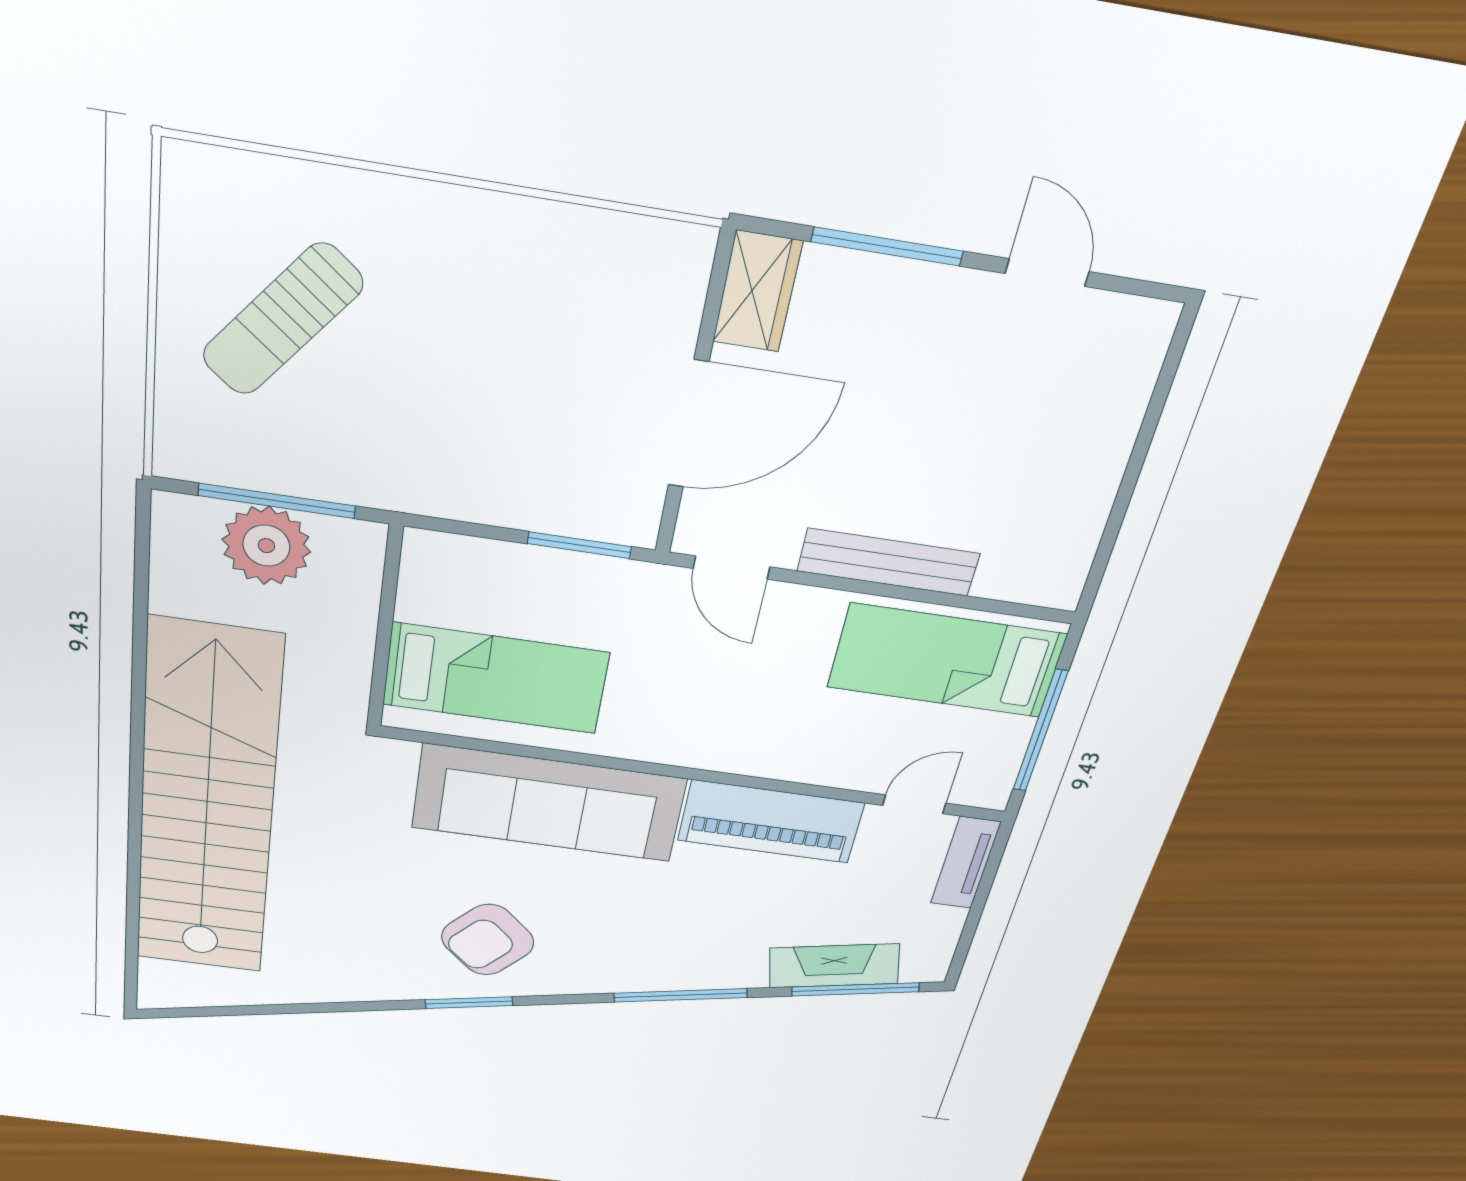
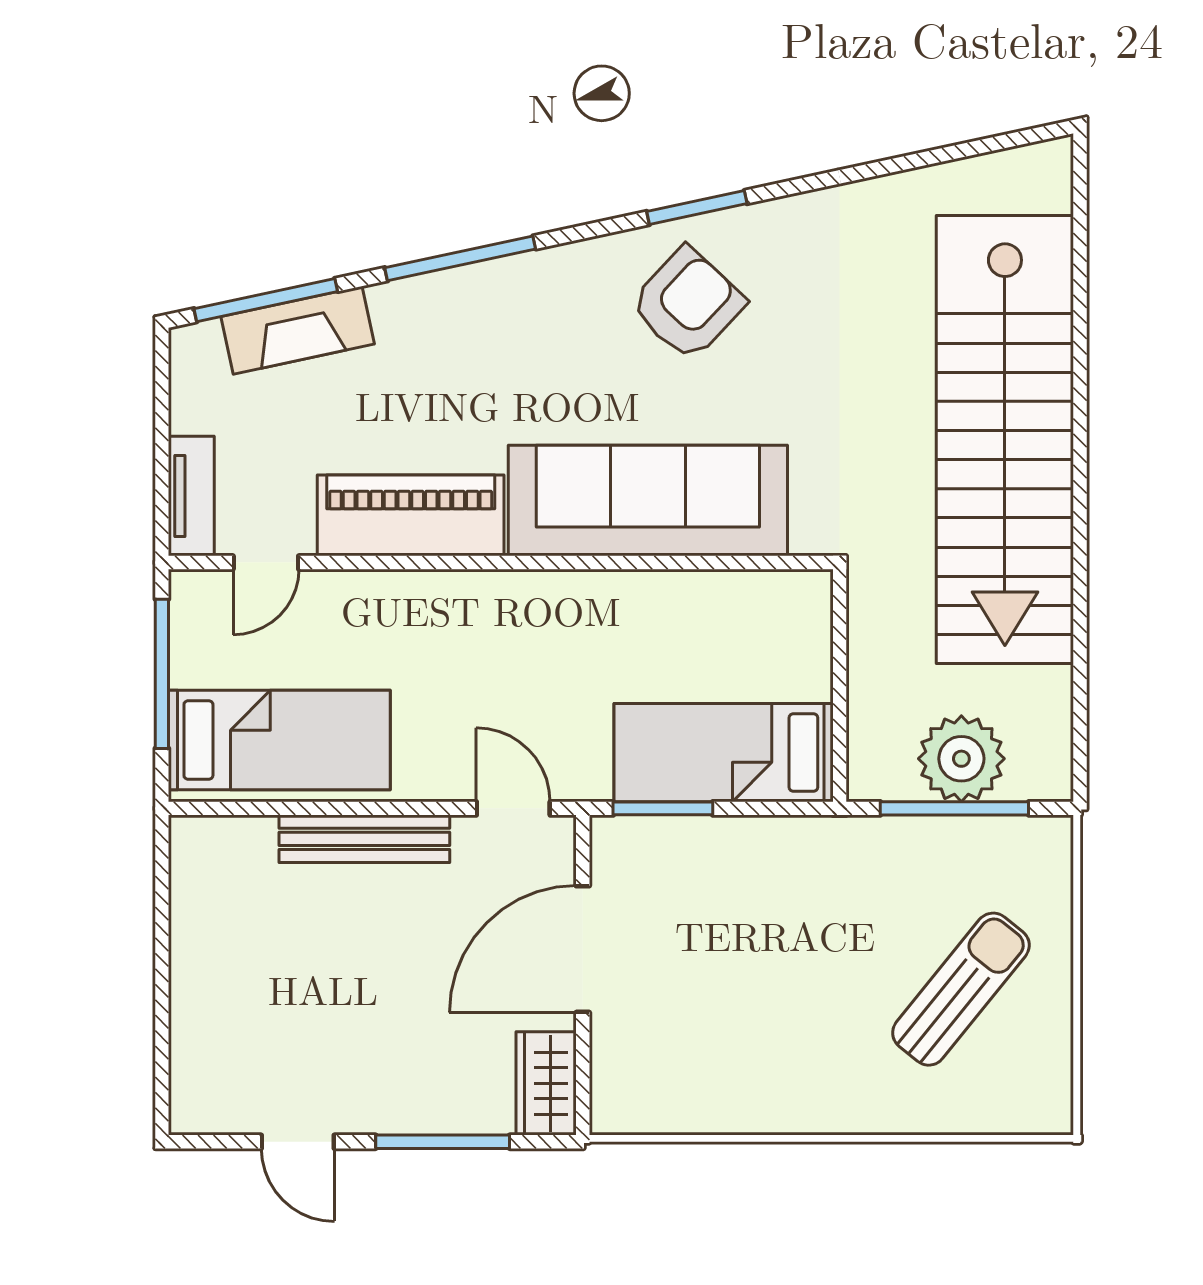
bed: (495, 678) -> (724, 753), moved

